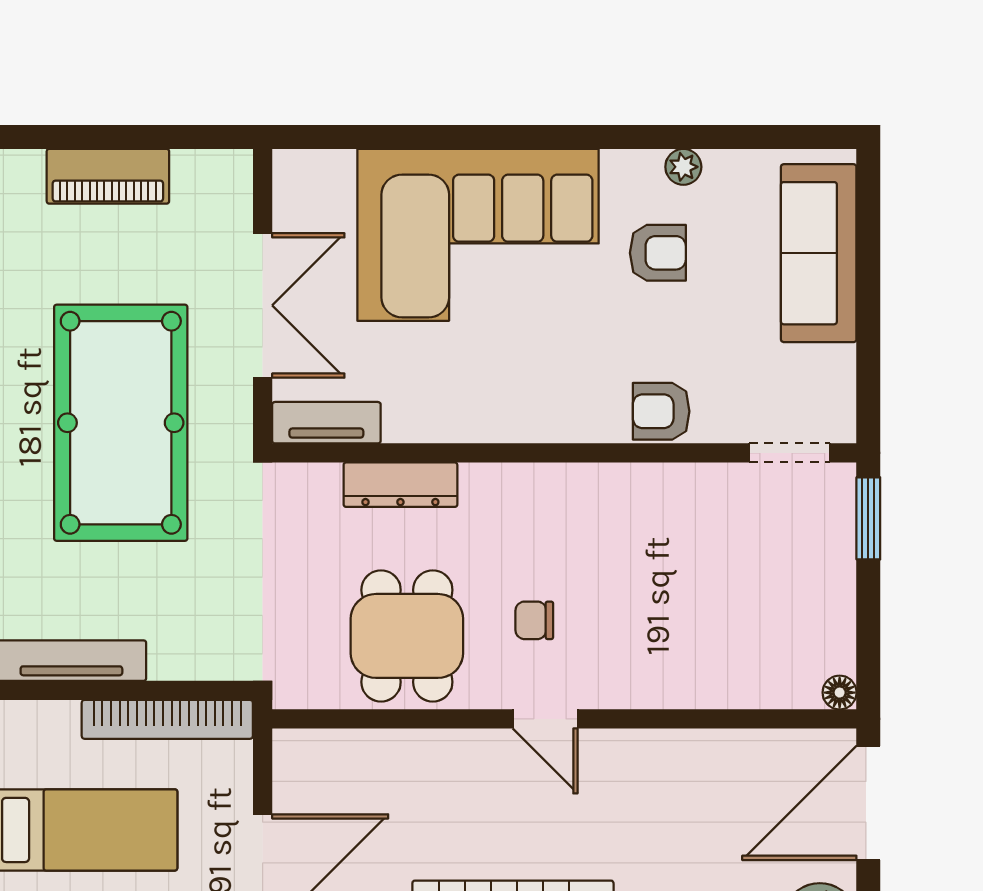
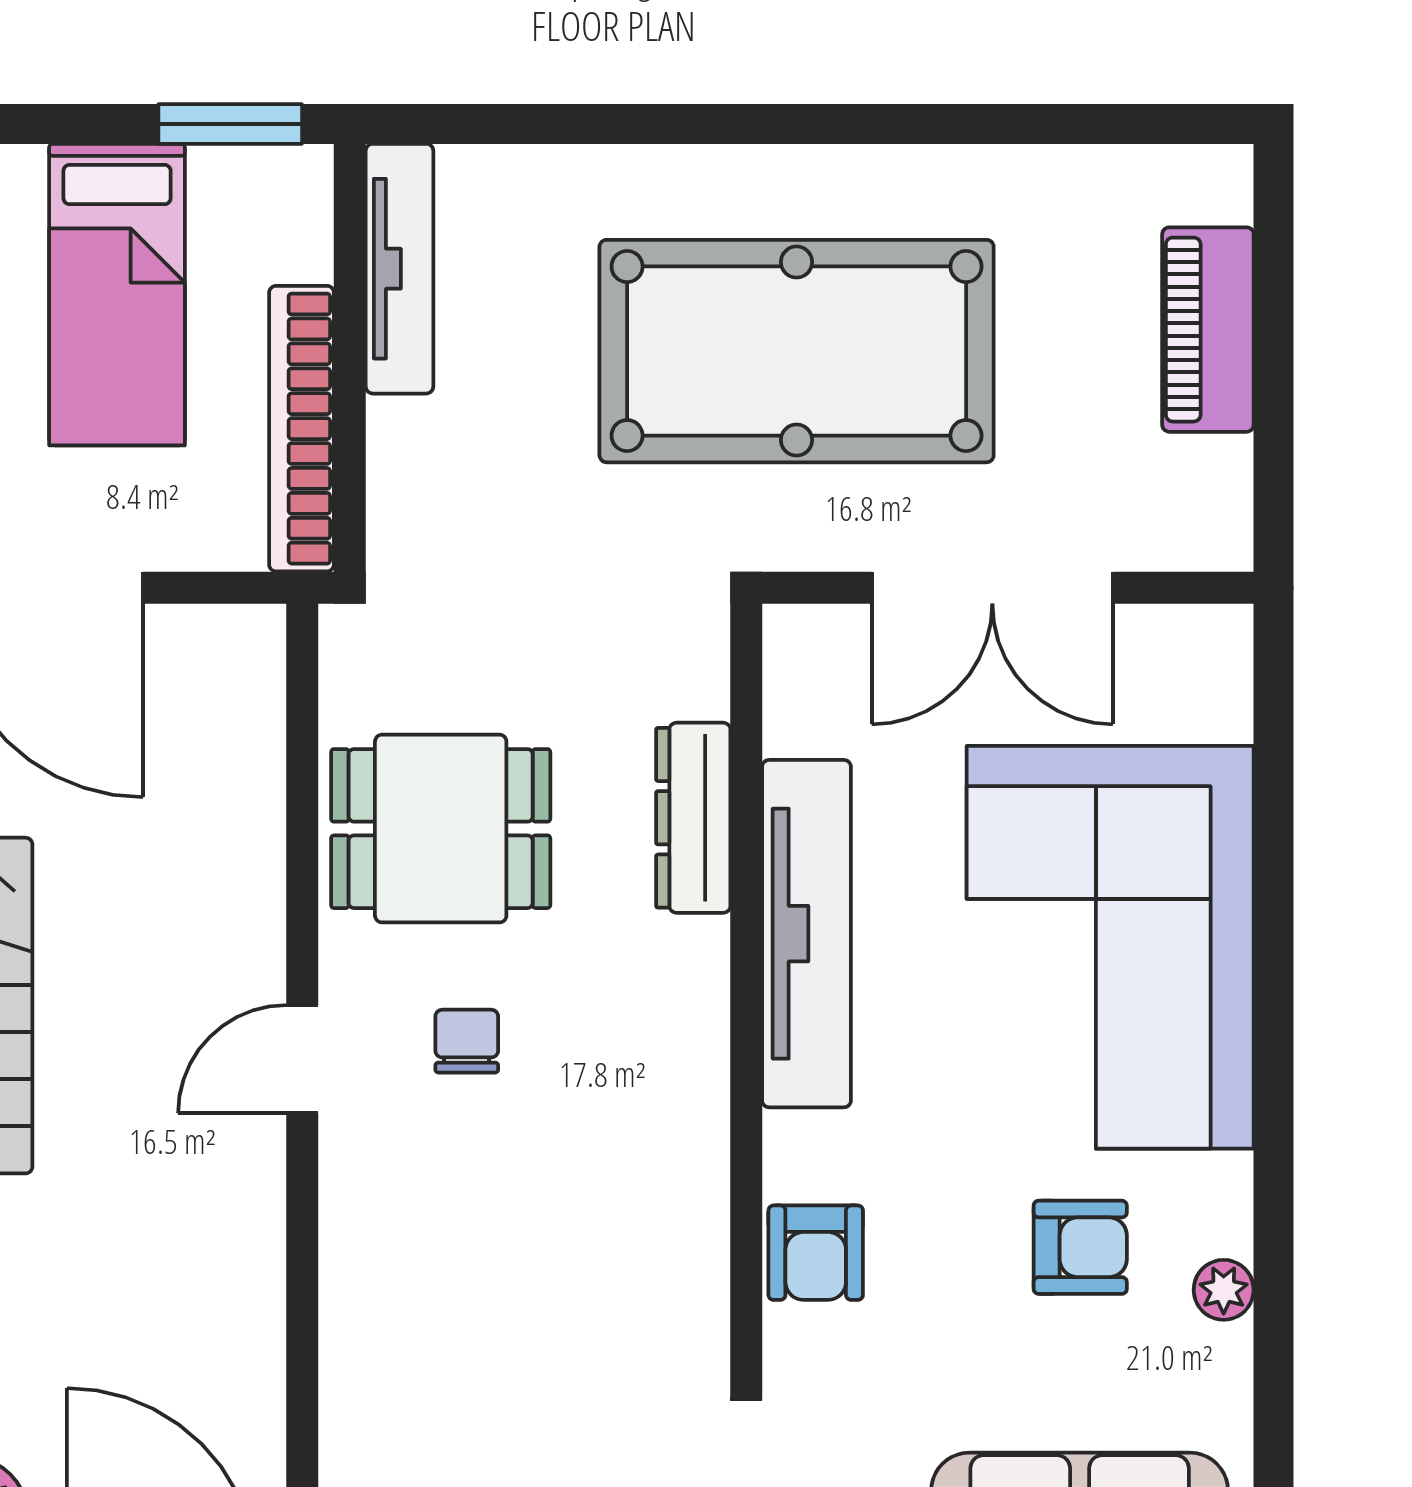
armchair: (658, 253) -> (1080, 1247), turned -90
armchair: (661, 411) -> (816, 1253), turned 180
tv unit: (326, 423) -> (807, 934), moved, width x1.92, depth x1.29

